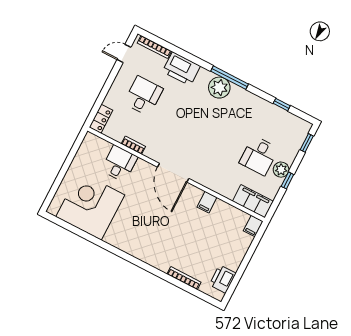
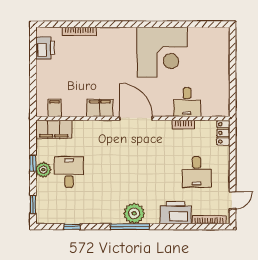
filing cabinet: (207, 202) -> (100, 108), width x2.00
corner desk: (90, 206) -> (162, 52), moved
filing cabinet: (253, 226) -> (54, 108), moved

